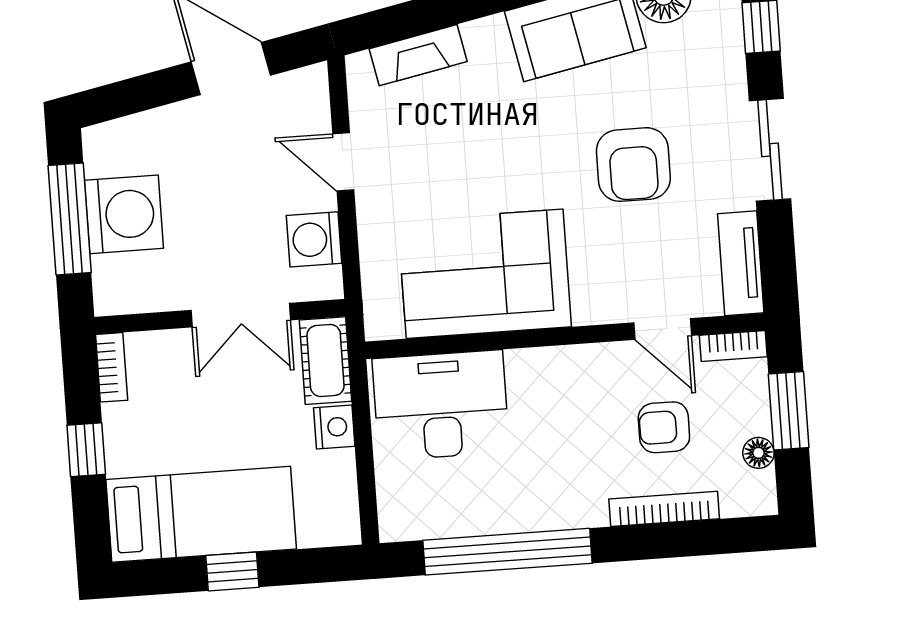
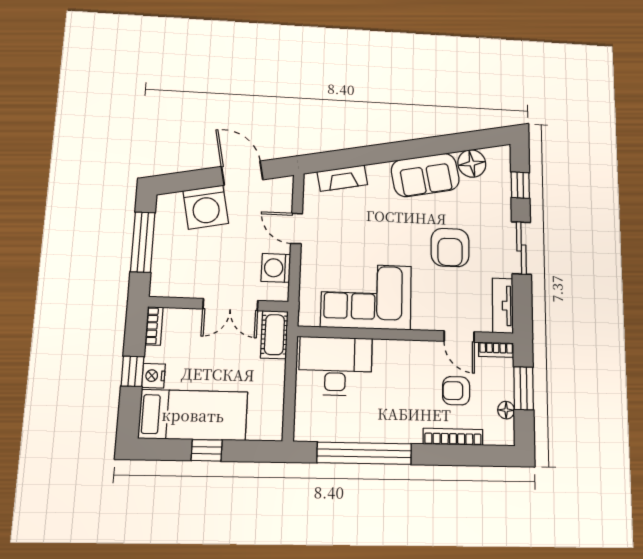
washing machine: (124, 214) -> (206, 207), moved, turned 79
nightstand: (334, 427) -> (153, 376), moved, turned 180

